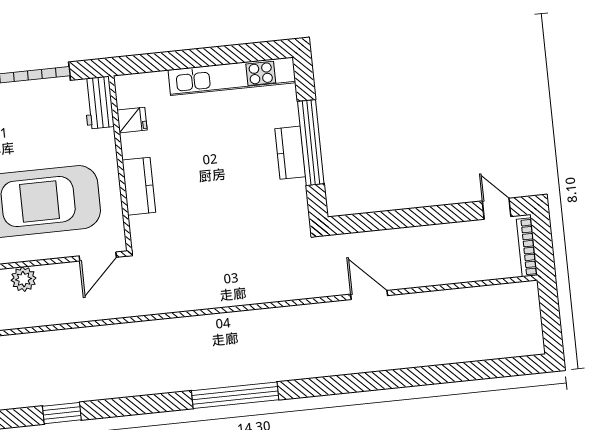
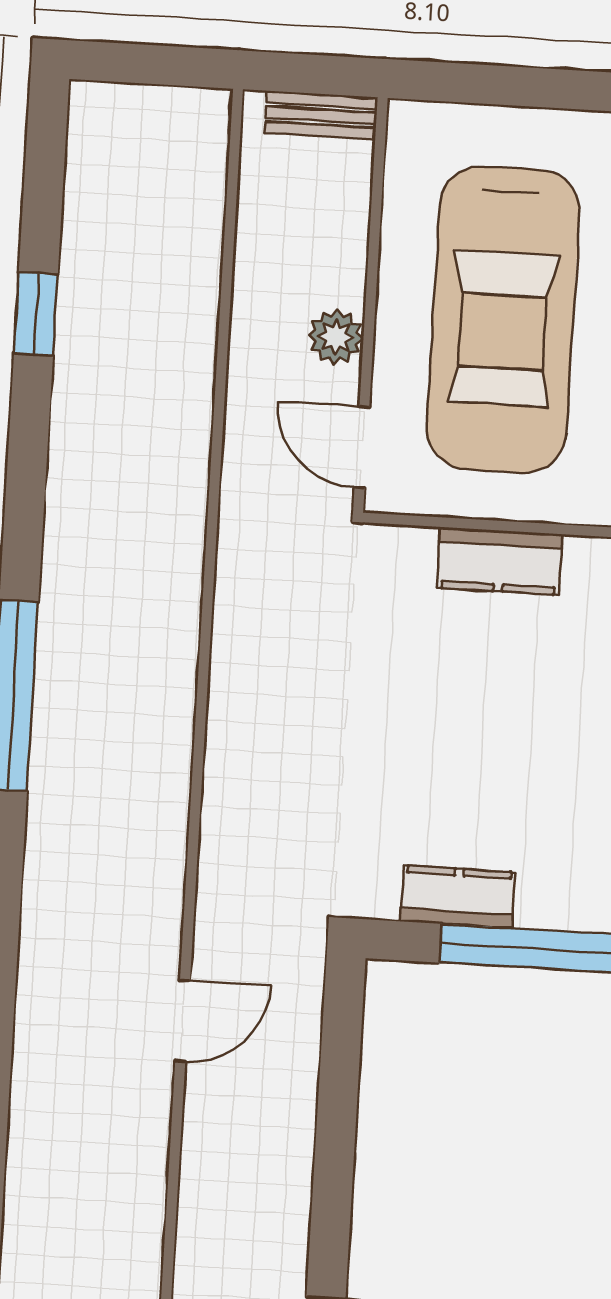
kitchen counter: (290, 153) -> (458, 897), moved
plant: (24, 279) -> (336, 337), moved

